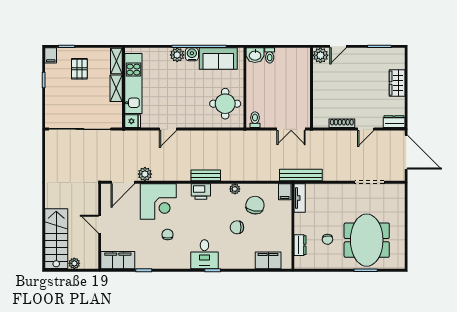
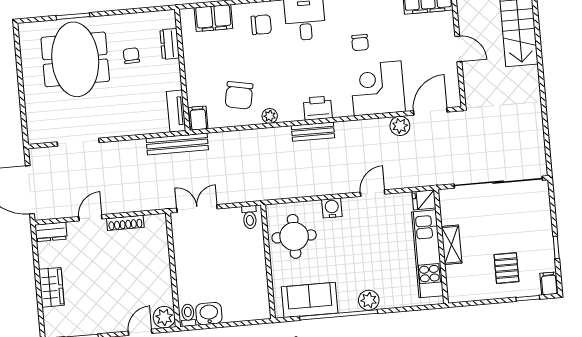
water cooler: (192, 54) -> (332, 208), moved, turned 180
washbasin: (255, 55) -> (209, 314), moved
toilet: (270, 55) -> (188, 315), moved
shelving: (116, 61) -> (455, 284), removed
chair: (237, 227) -> (261, 25), moved

